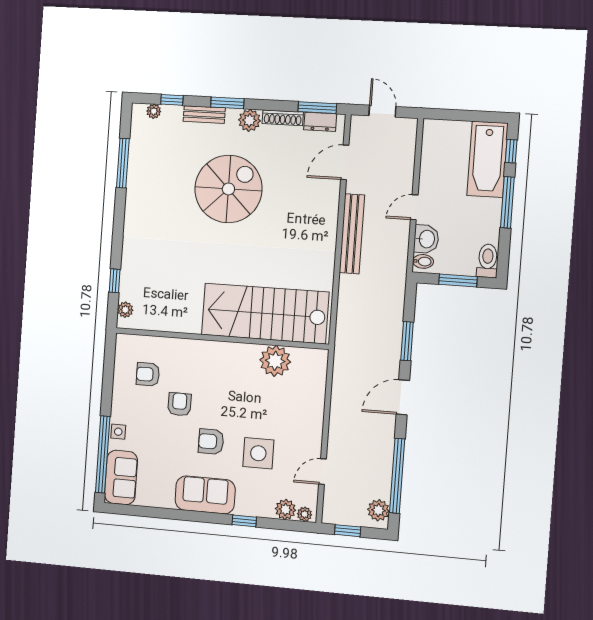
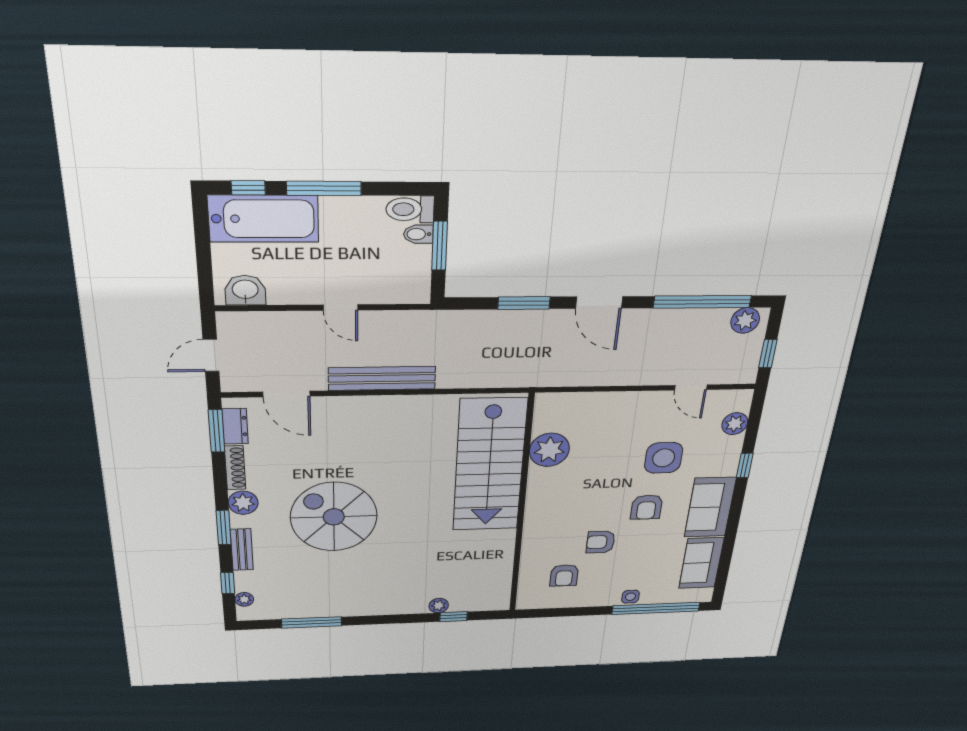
washbasin: (426, 239) -> (245, 290), moved
bidet: (423, 261) -> (418, 234), moved, turned -90
plant: (125, 310) -> (439, 606), moved
sofa: (121, 477) -> (701, 563), moved, turned -90
plant: (304, 514) -> (743, 403), removed

